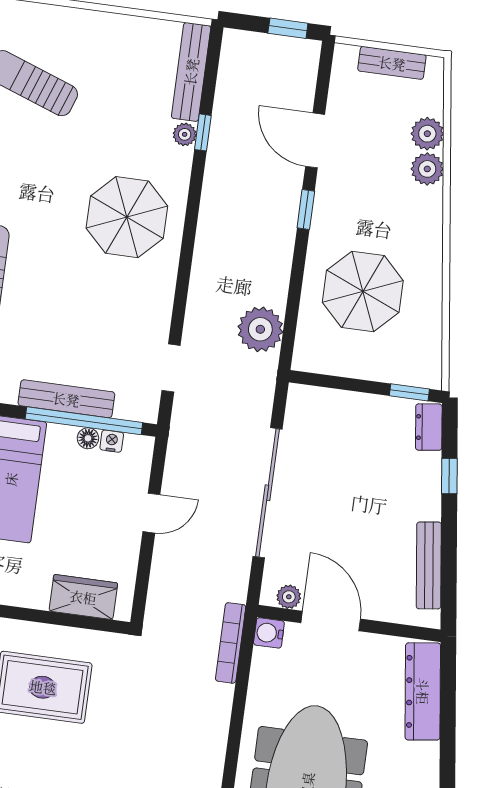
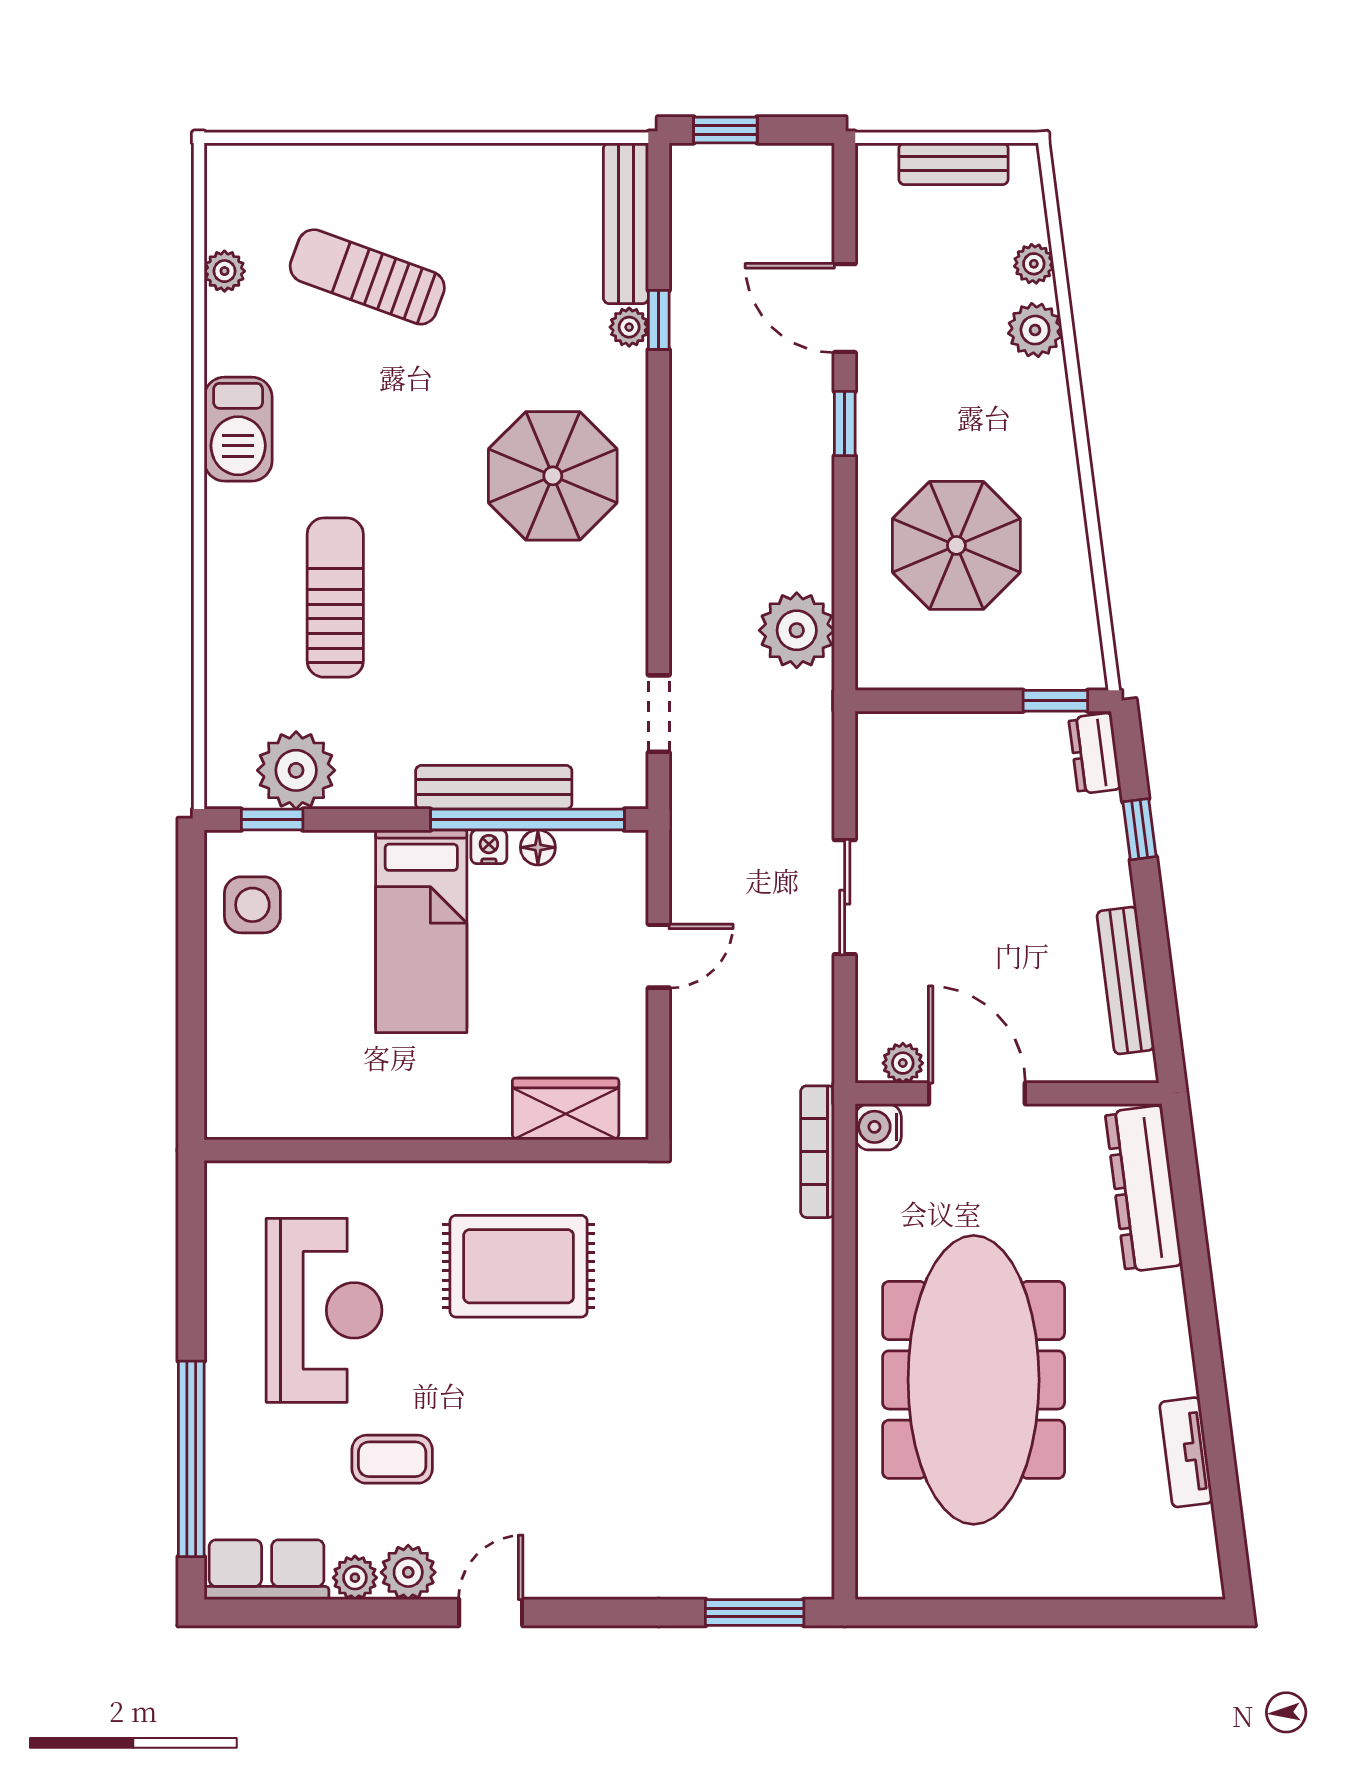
window: (288, 28) -> (725, 130), moved
plant: (427, 134) -> (1034, 264), width x0.73, depth x0.73
nightstand: (112, 441) -> (489, 847), moved
sliding door: (267, 493) -> (845, 897), width x0.54

